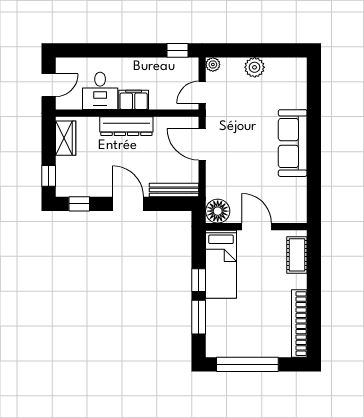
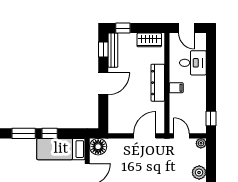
desk: (100, 91) -> (193, 63), moved, turned 180
filing cabinet: (134, 100) -> (176, 88), width x0.50
bench: (174, 190) -> (113, 50), moved

